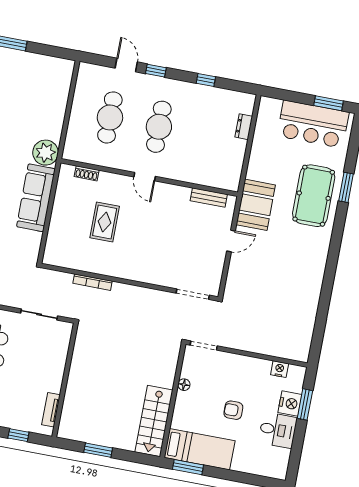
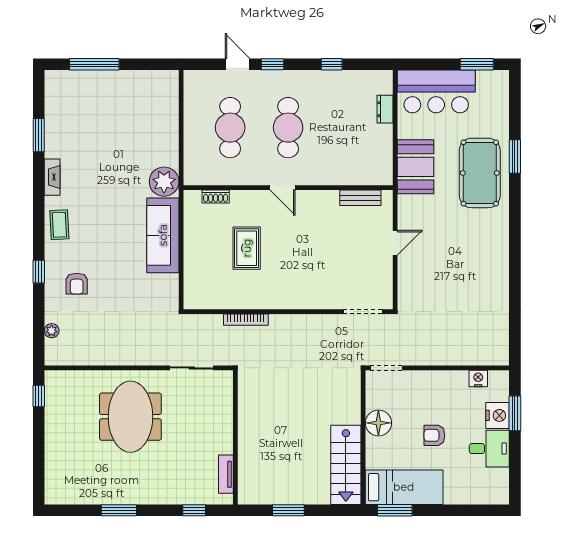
bar counter: (313, 124) -> (436, 91), moved
booth: (256, 205) -> (416, 167), moved
floor lamp: (184, 385) -> (378, 423), width x1.89, depth x1.89

